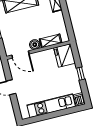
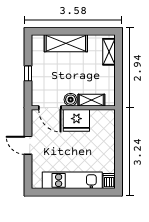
fridge: (64, 55) -> (76, 120), moved, turned -90
window: (81, 74) -> (118, 150), removed

